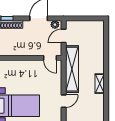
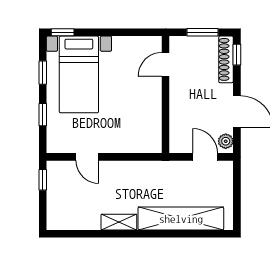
door: (50, 58) -> (165, 64), moved
shelving: (72, 69) -> (181, 219), moved

